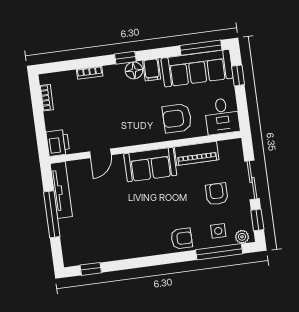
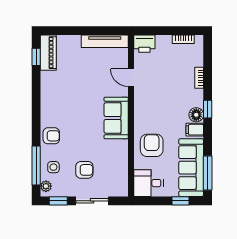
piano: (197, 153) -> (48, 53), moved, turned 180
window: (52, 214) -> (86, 31), removed
armchair: (182, 238) -> (51, 136), turned -90

